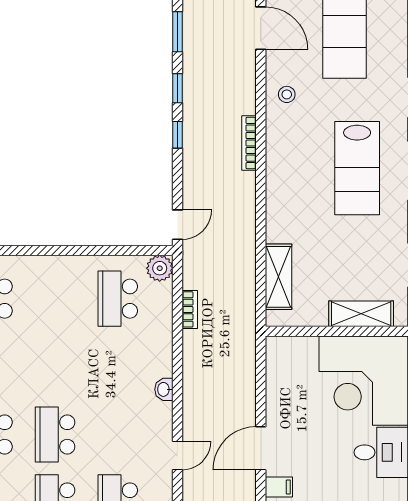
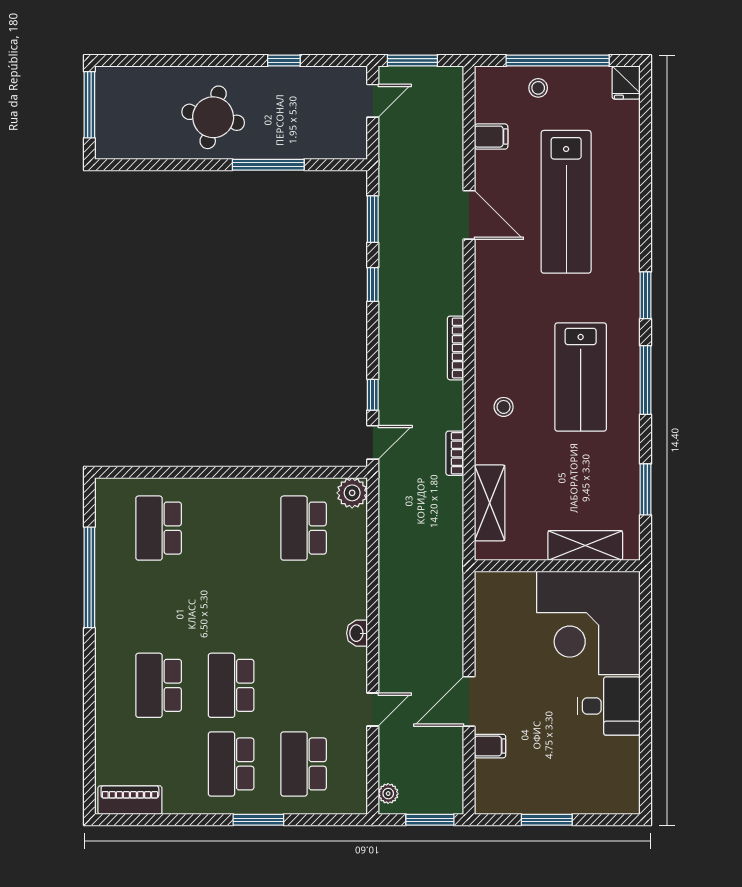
stool: (287, 94) -> (504, 407), moved
window: (178, 135) -> (373, 395), moved
bookcase: (190, 309) -> (455, 453), moved, turned 180

